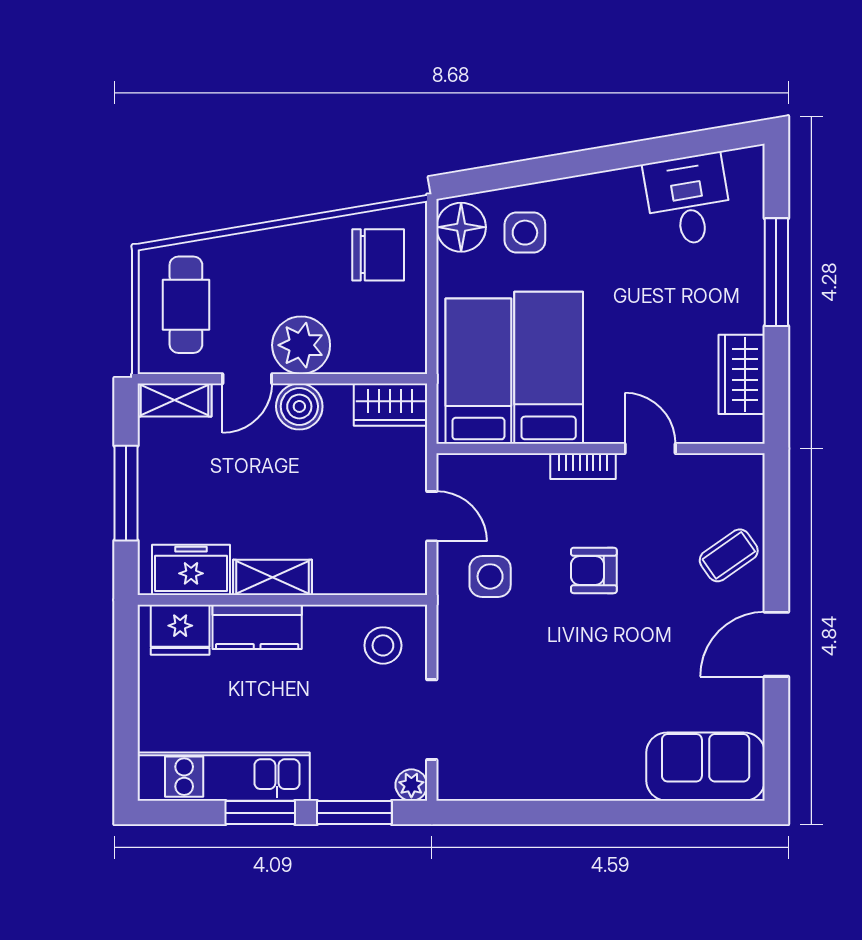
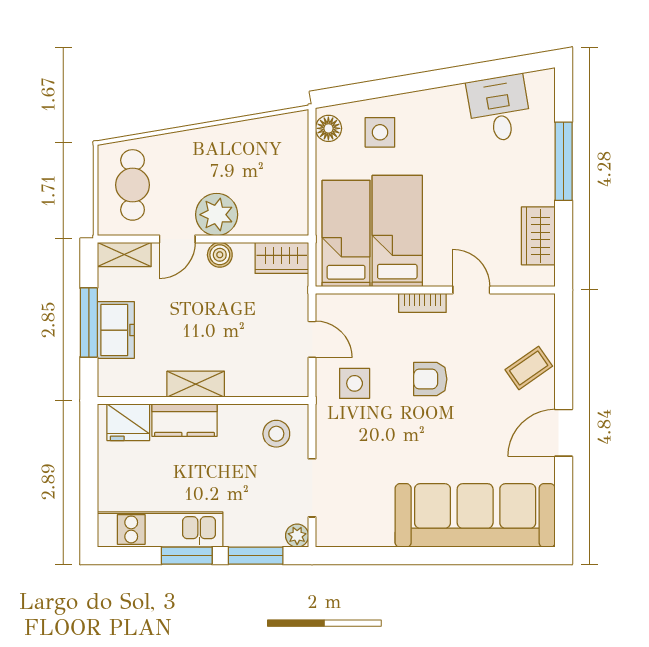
floor lamp: (461, 227) -> (328, 128), width x0.73, depth x0.73
chair: (378, 255) -> (273, 149), removed
boiler: (299, 406) -> (220, 255), width x0.73, depth x0.73
freezer: (191, 570) -> (116, 330), moved, turned 90
sofa: (706, 767) -> (475, 515), width x1.85, depth x1.27

